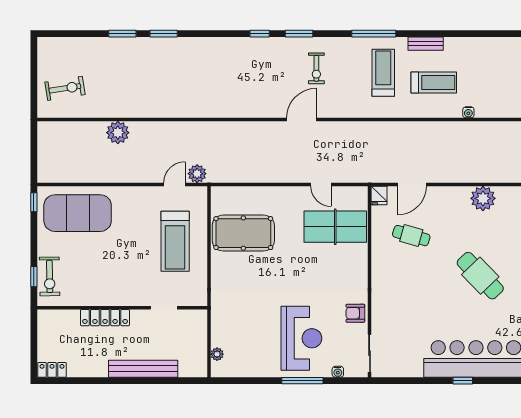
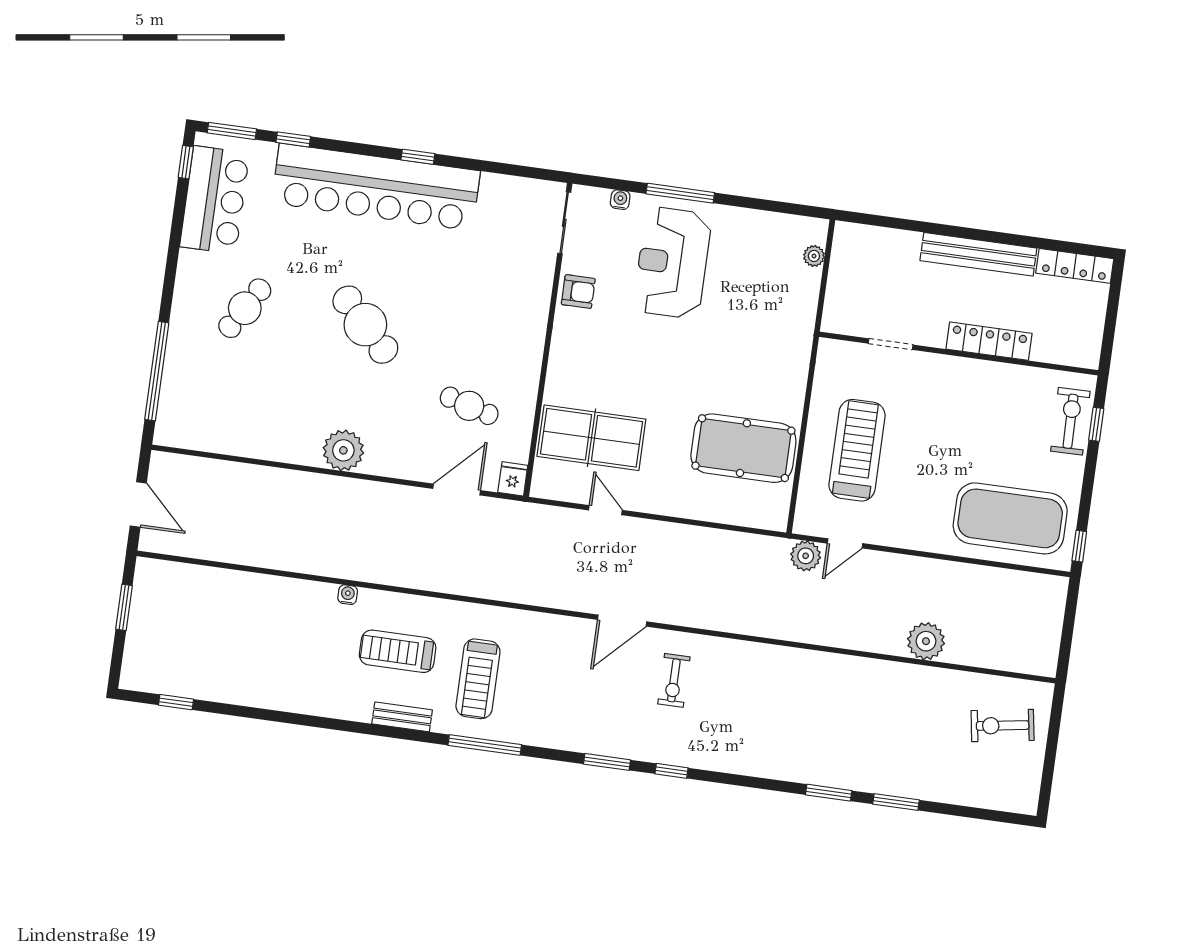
exercise bike: (316, 68) -> (674, 680), moved, turned 180
bench: (143, 369) -> (978, 254), moved
locker: (52, 370) -> (1075, 266), width x1.53

